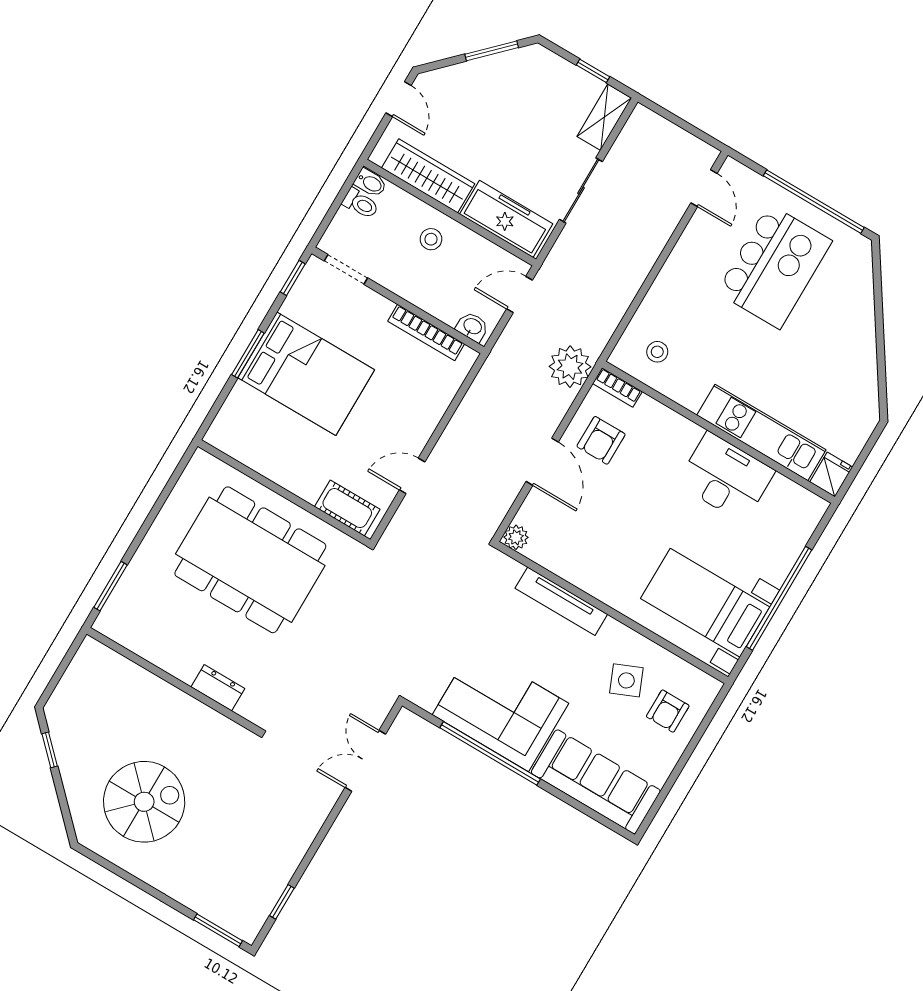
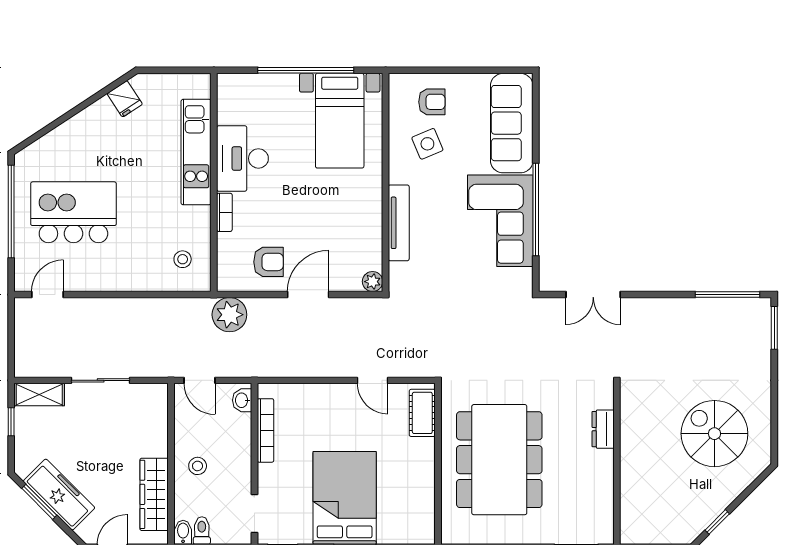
freezer: (506, 219) -> (59, 495), moved, turned 135
bookcase: (617, 387) -> (224, 212), moved
fridge: (831, 475) -> (125, 99), moved, turned -123
window: (282, 902) -> (728, 295), width x2.17

